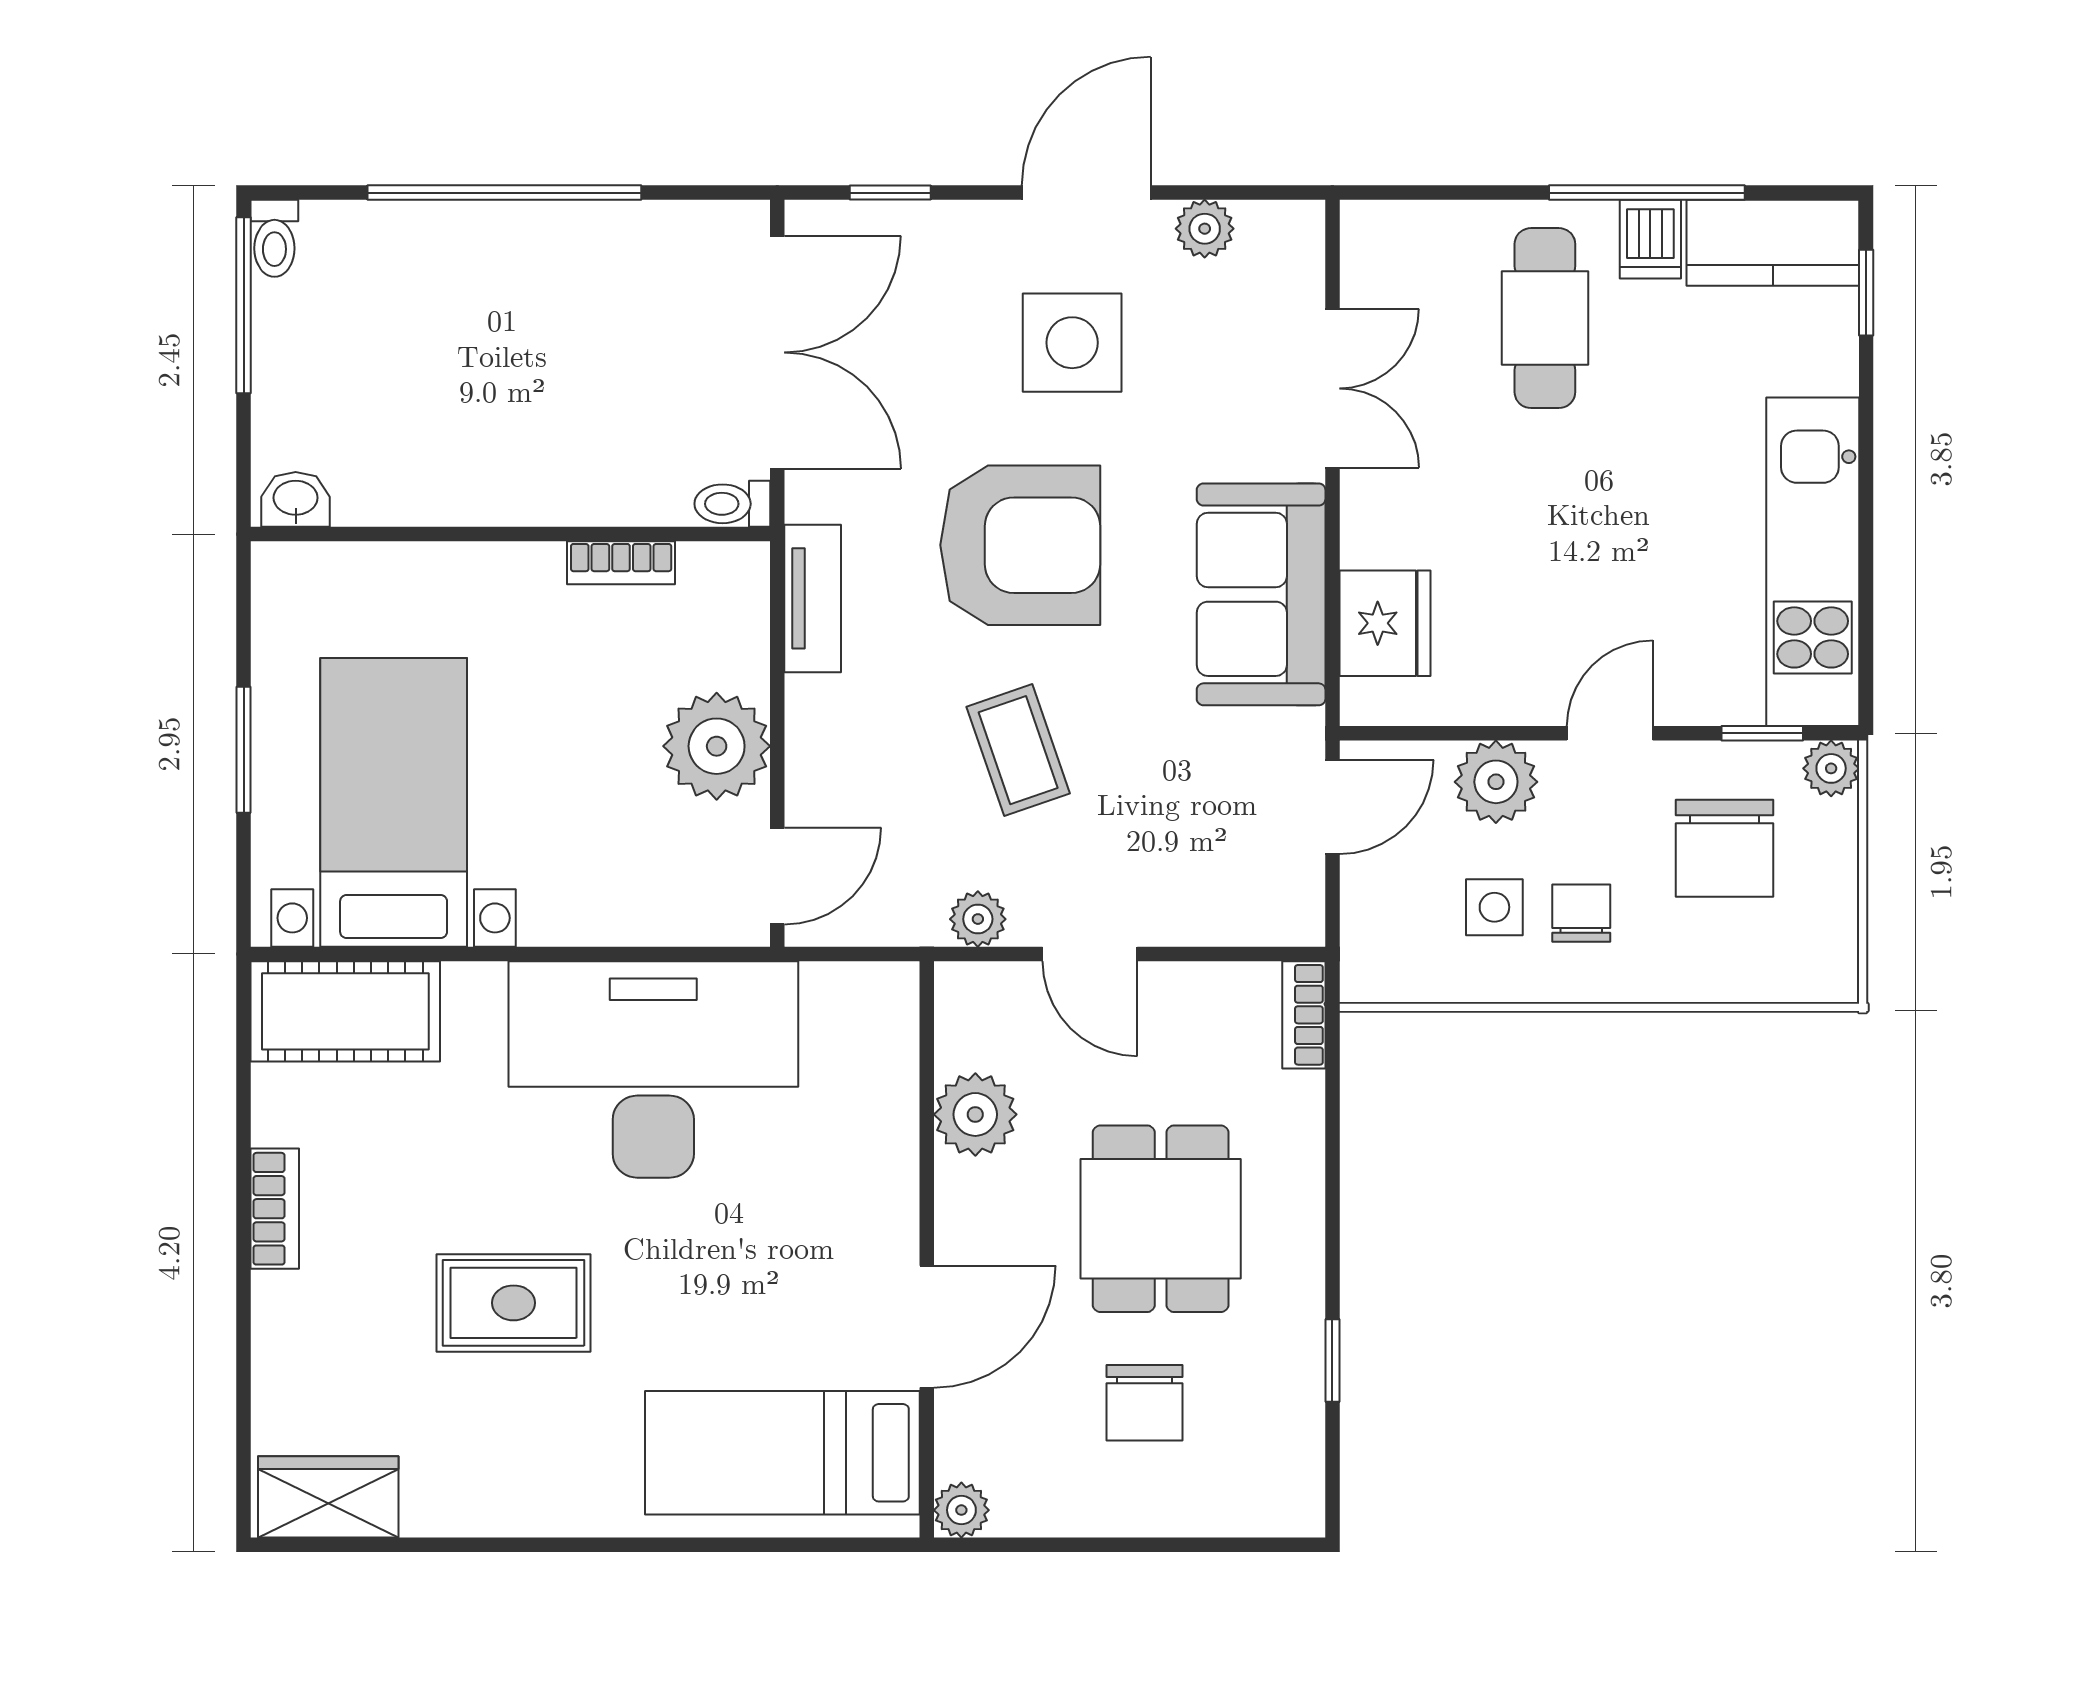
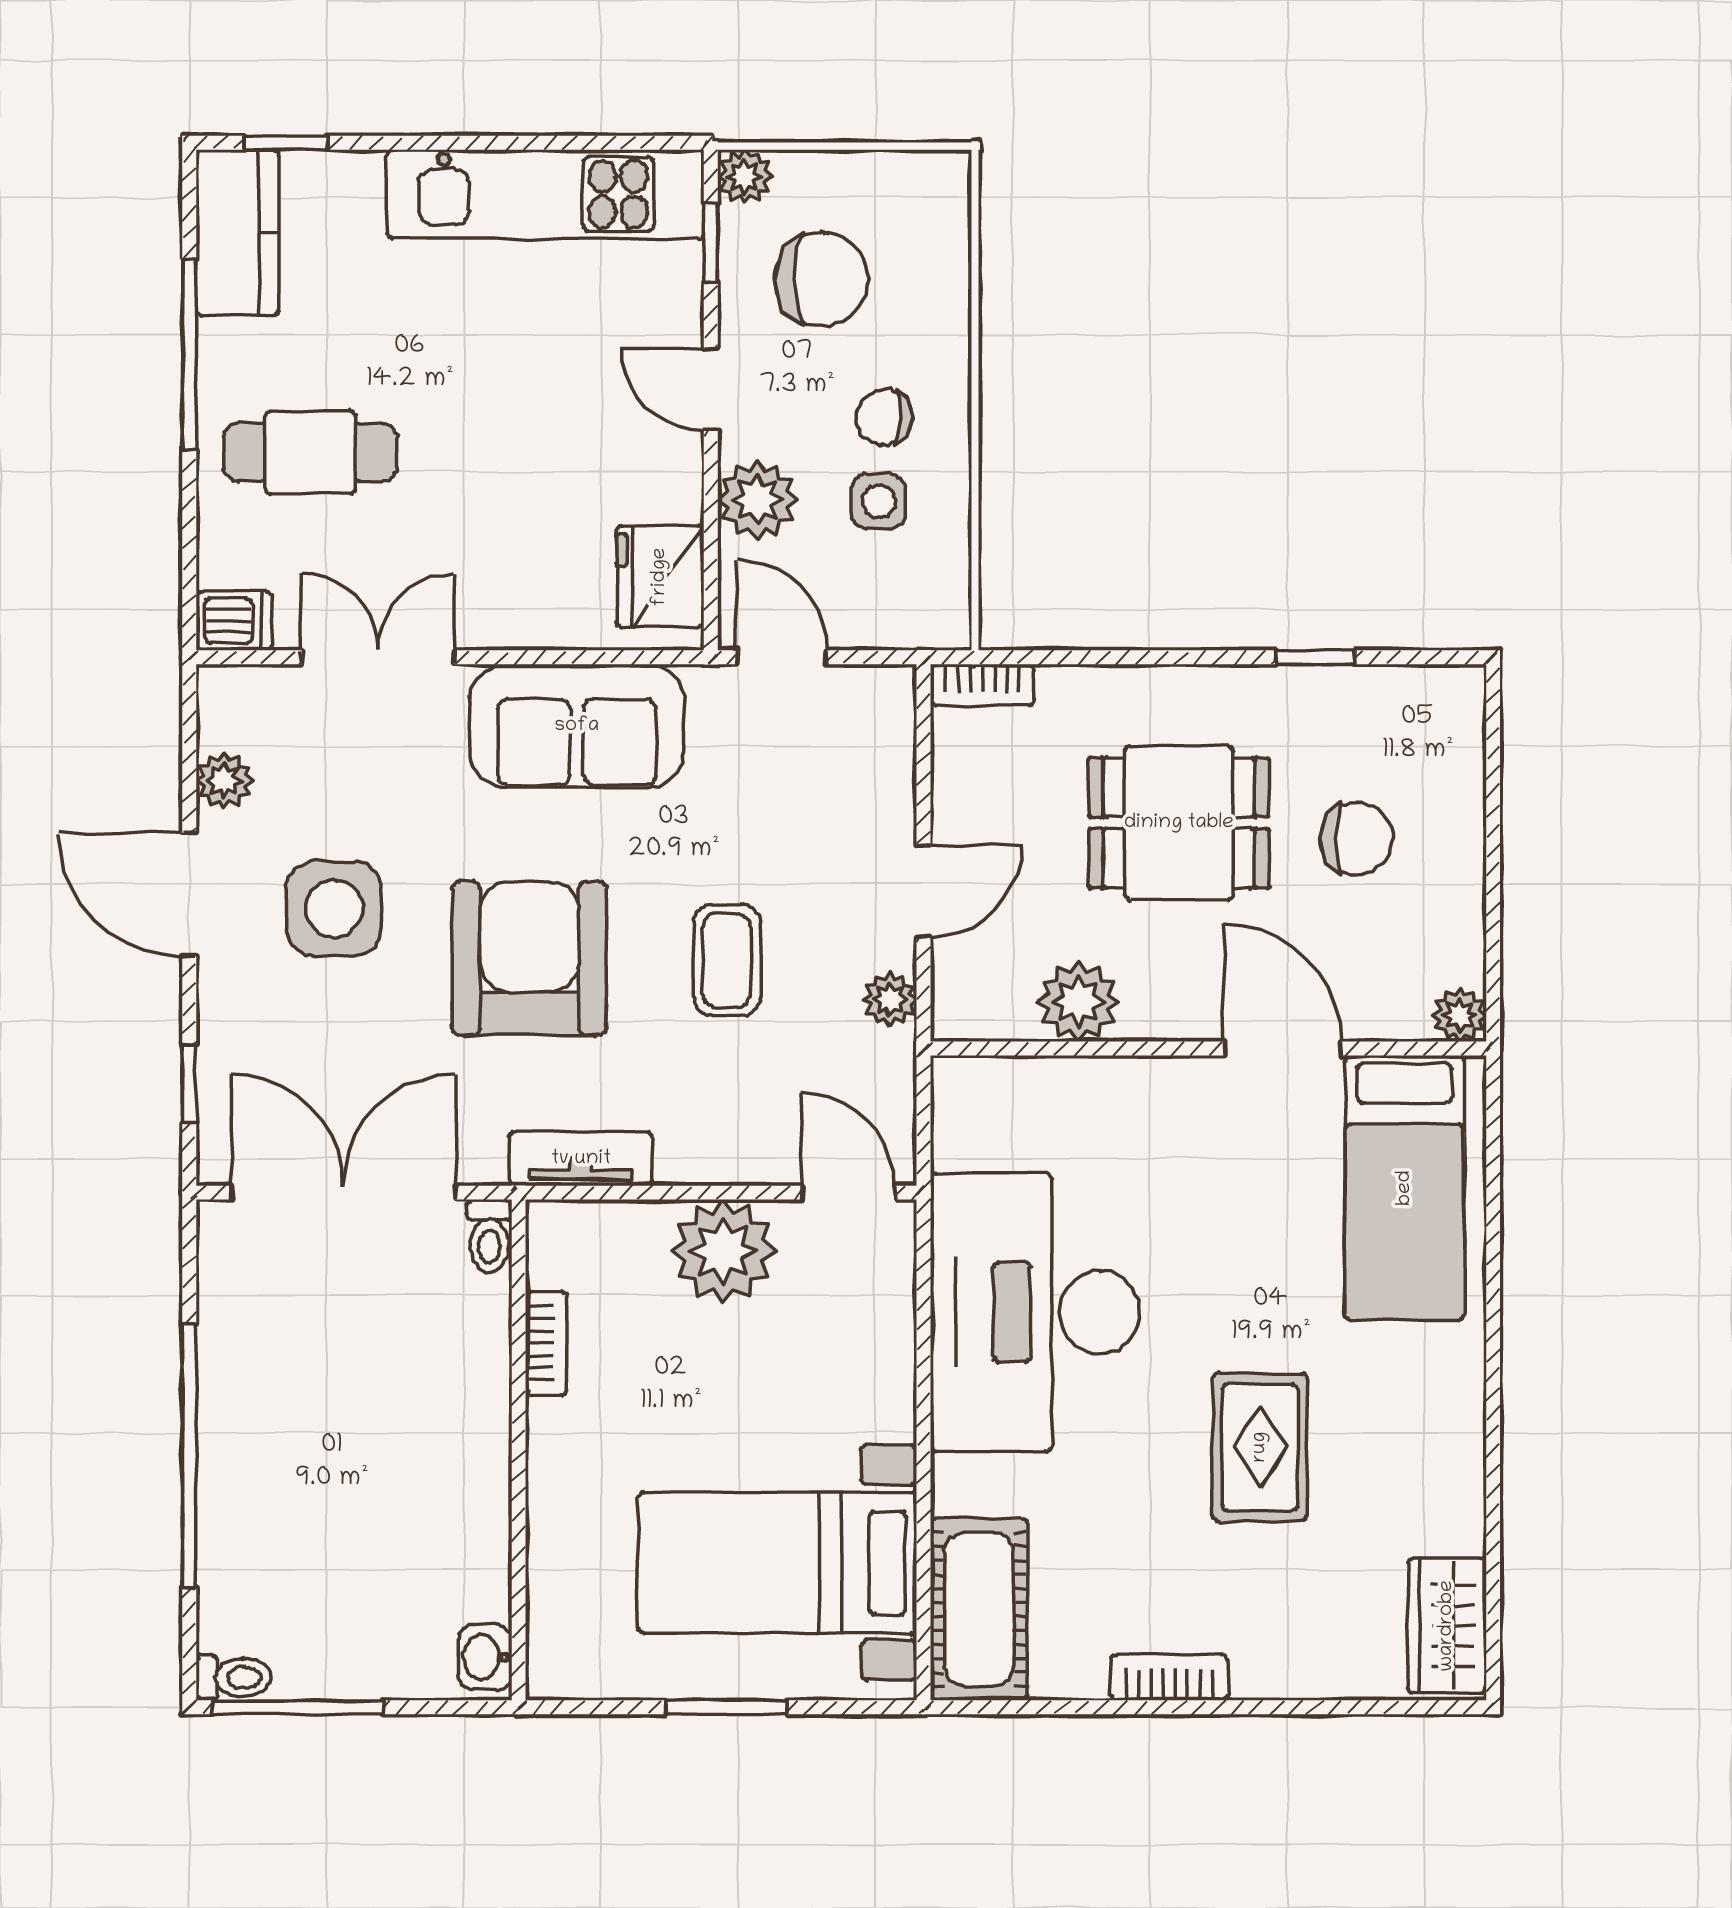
dishwasher: (1650, 239) -> (234, 621), moved
fridge: (1385, 623) -> (660, 577), moved, turned -90
coffee table: (1018, 750) -> (727, 960), turned -71

